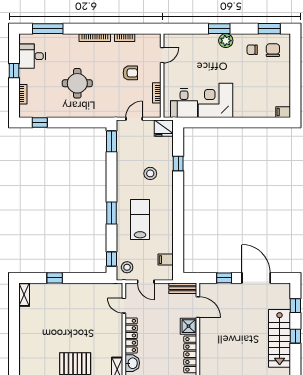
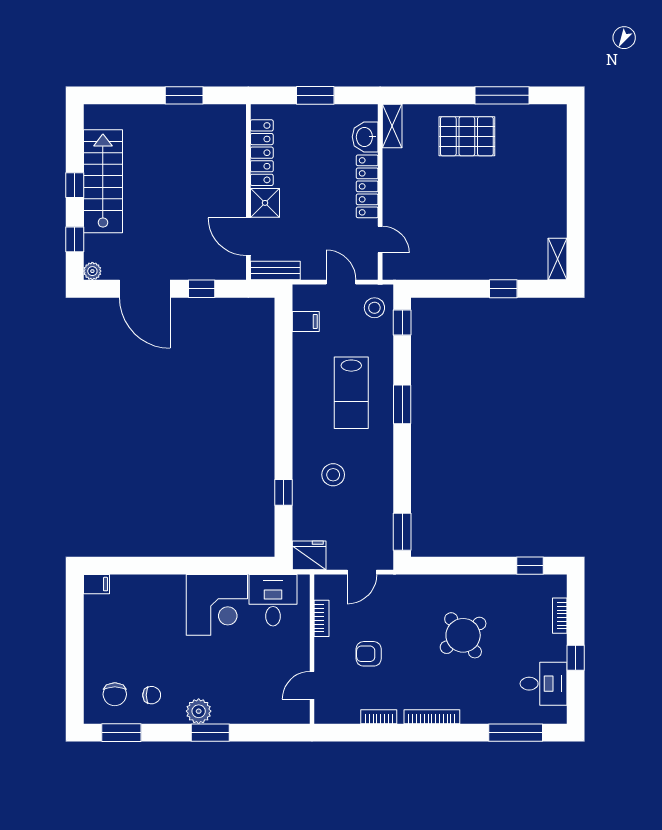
round table: (77, 83) -> (463, 635), turned -36
plant: (285, 288) -> (92, 271), added

